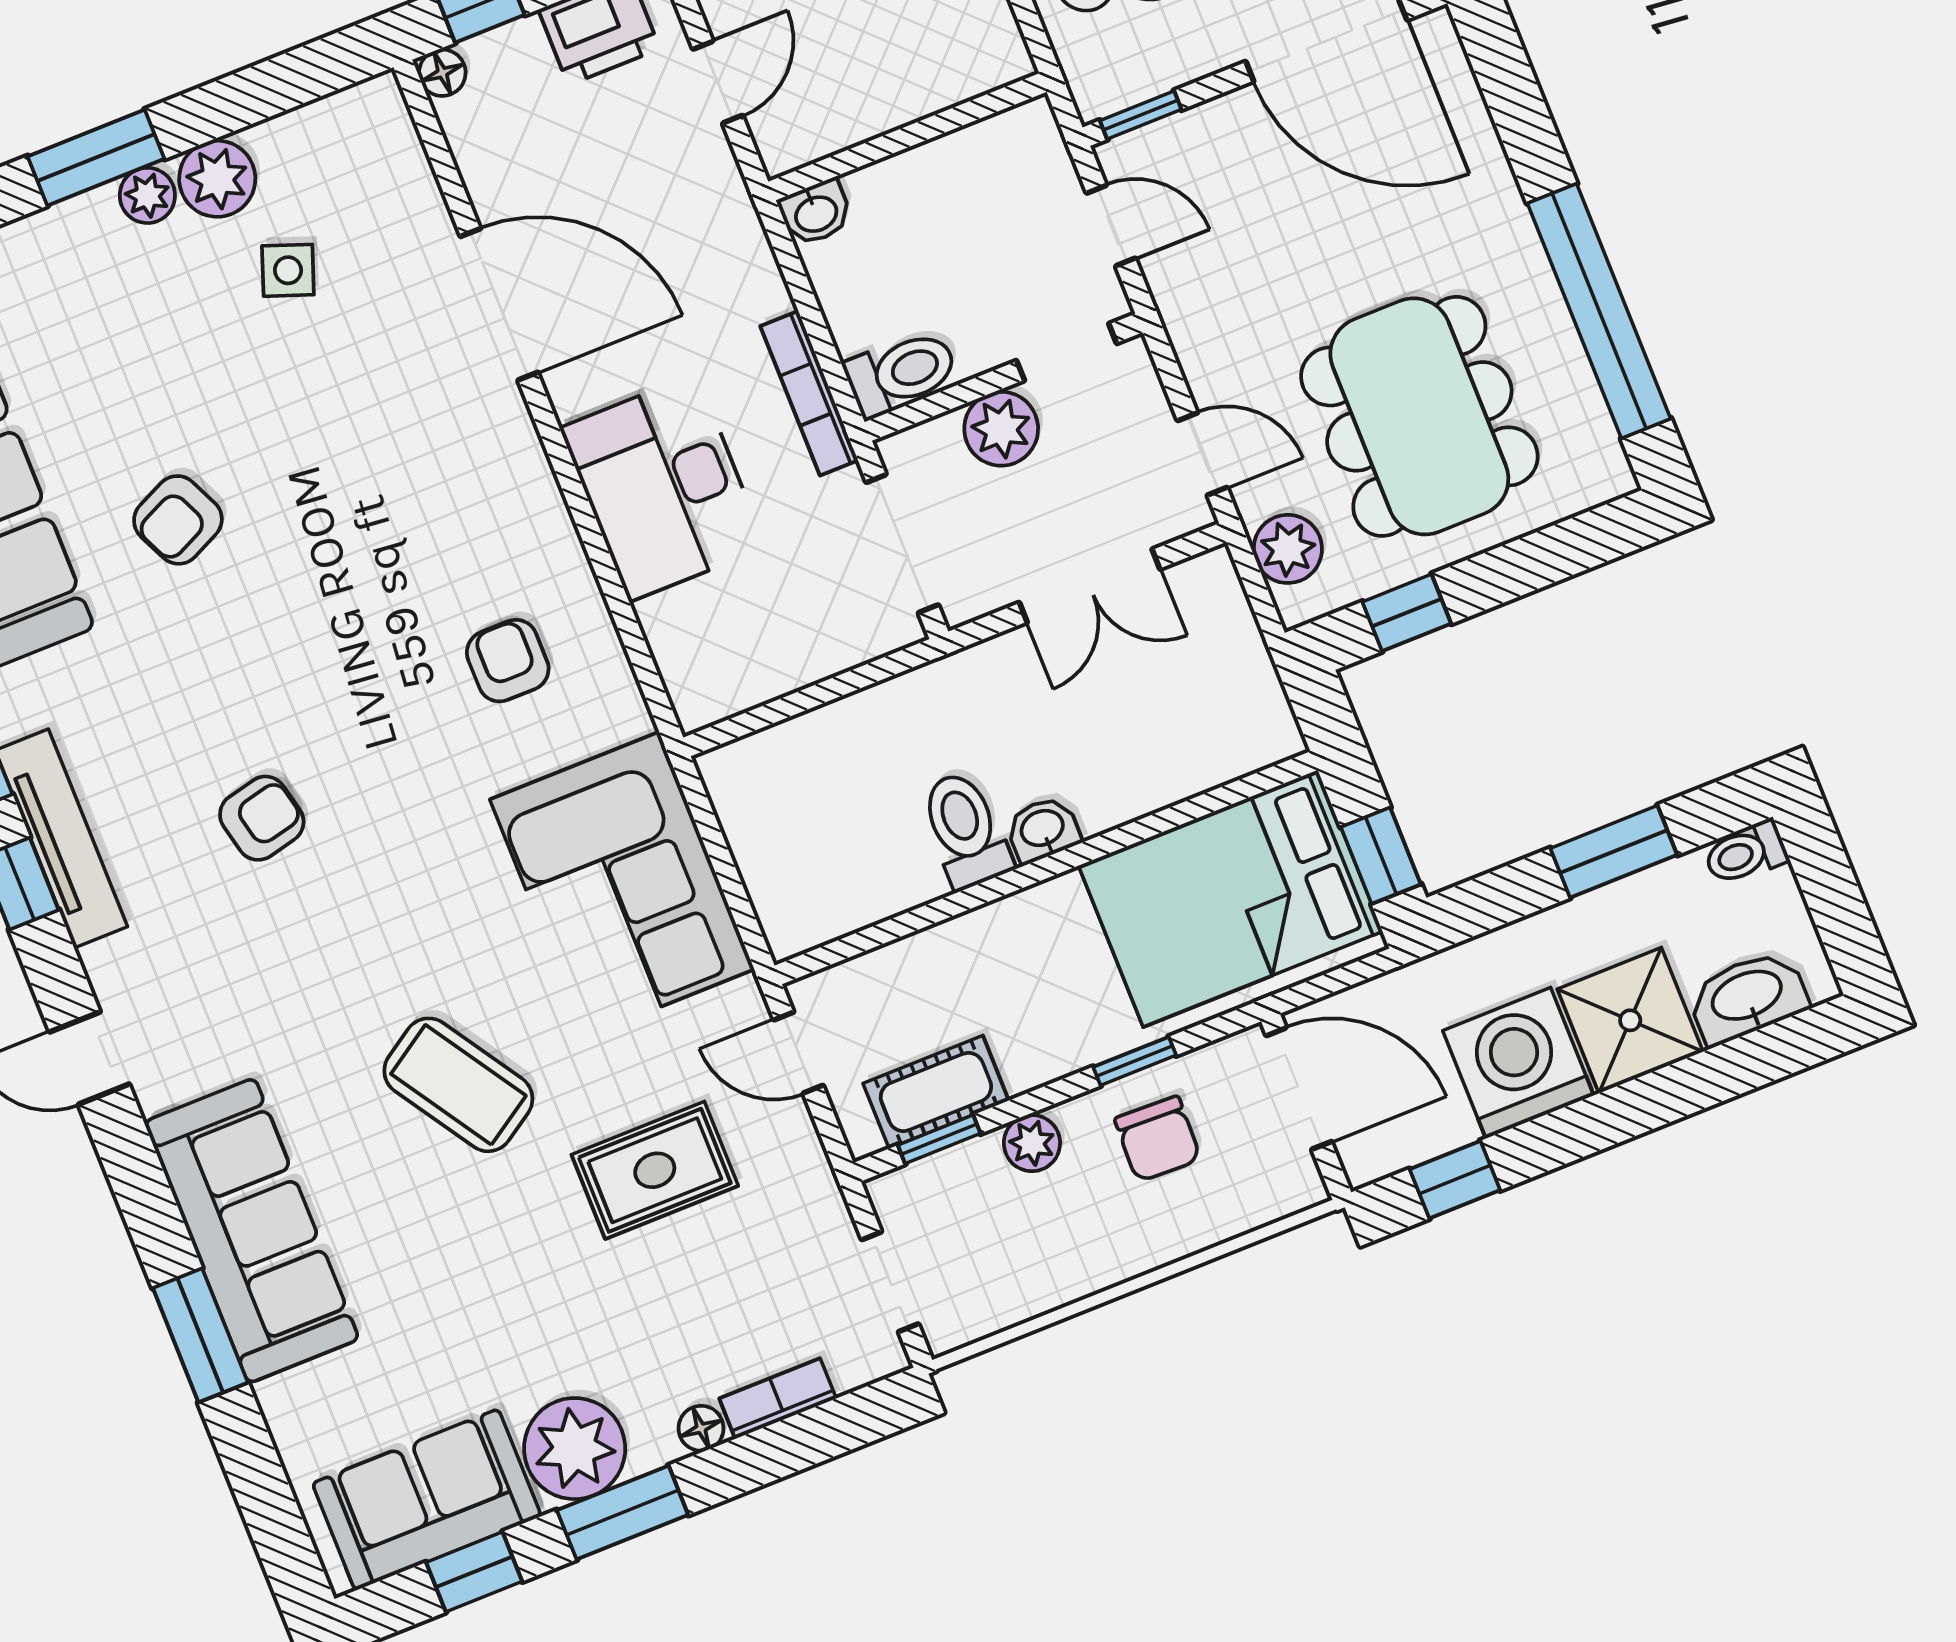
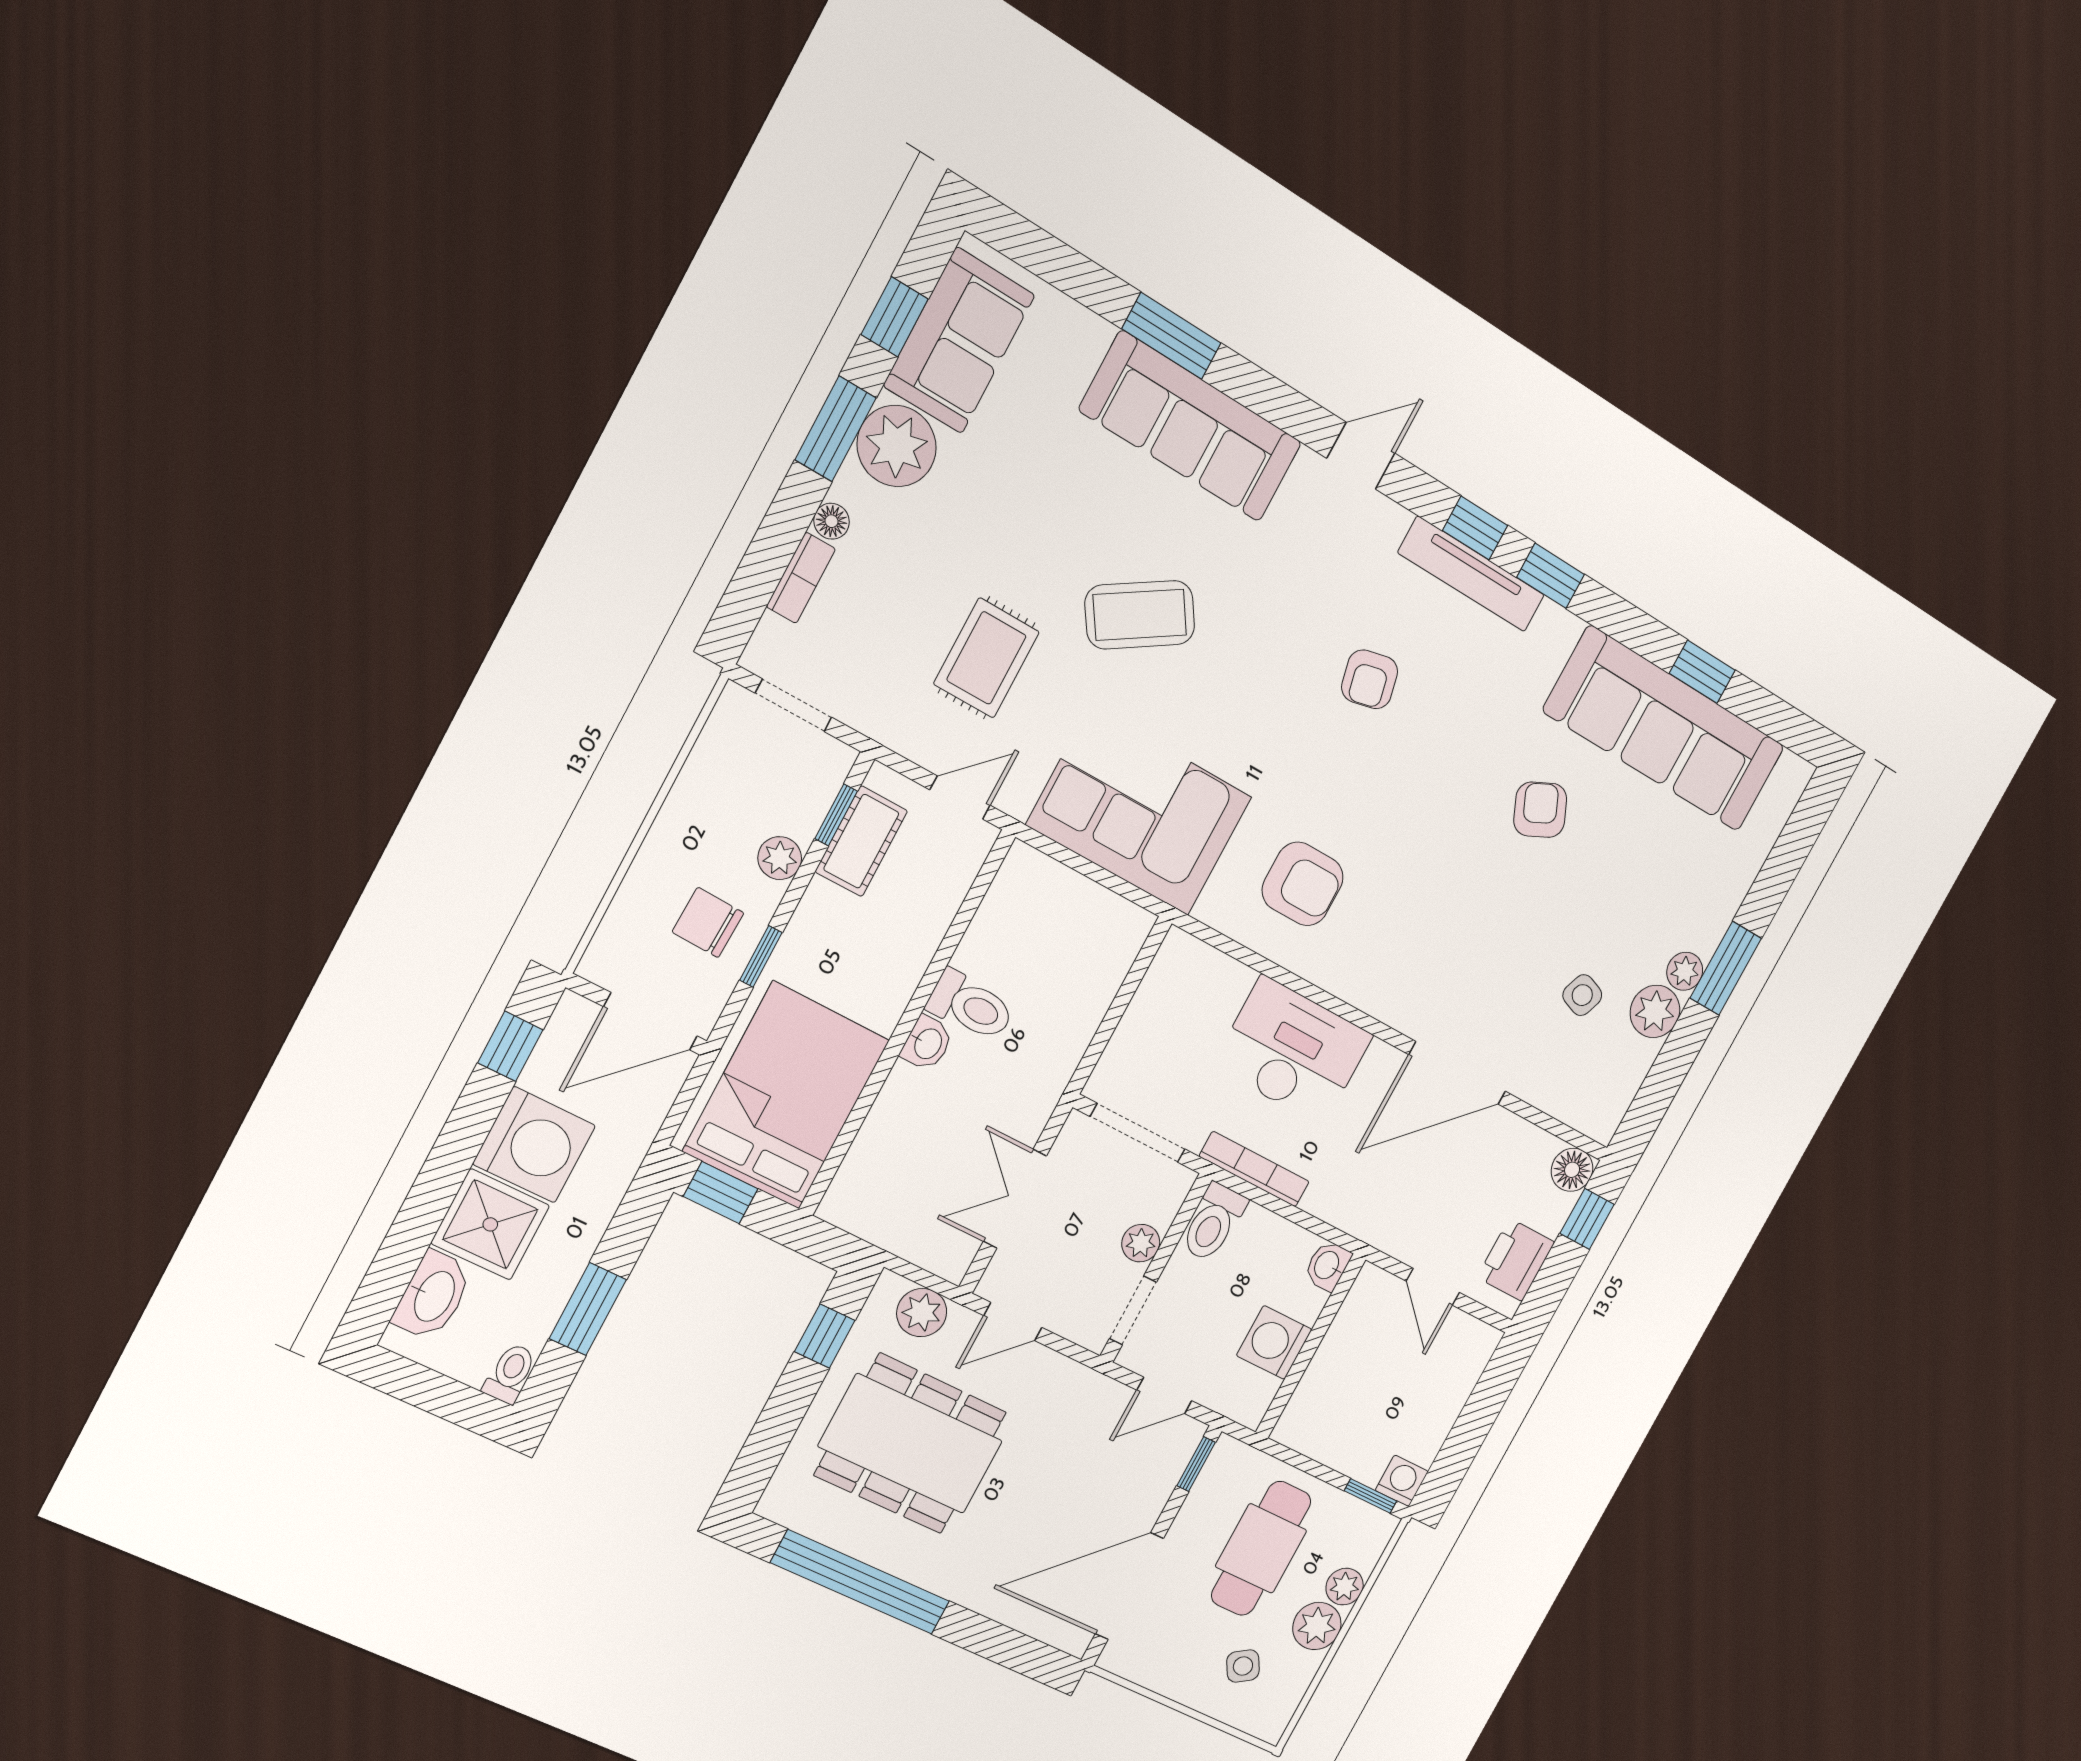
floor lamp: (442, 73) -> (1572, 1170), width x1.37, depth x1.37
washing machine: (944, 177) -> (1274, 1342), added
plant: (1001, 429) -> (1141, 1243), width x0.73, depth x0.73
armchair: (508, 661) -> (1303, 884), width x1.38, depth x1.38

